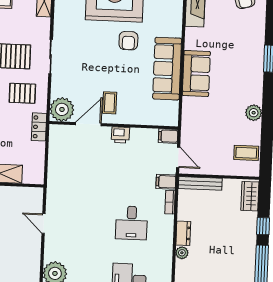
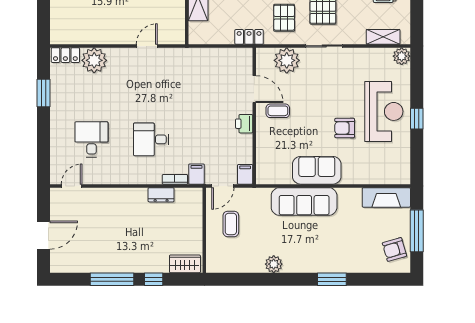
sofa: (167, 69) -> (317, 170), width x0.73
sofa: (196, 74) -> (304, 202), width x1.36
plant: (62, 109) -> (287, 60), moved
coffee table: (246, 153) -> (231, 224), moved
bench: (200, 183) -> (196, 211), removed
dresser: (183, 233) -> (161, 195), moved
plant: (182, 253) -> (122, 194), removed

